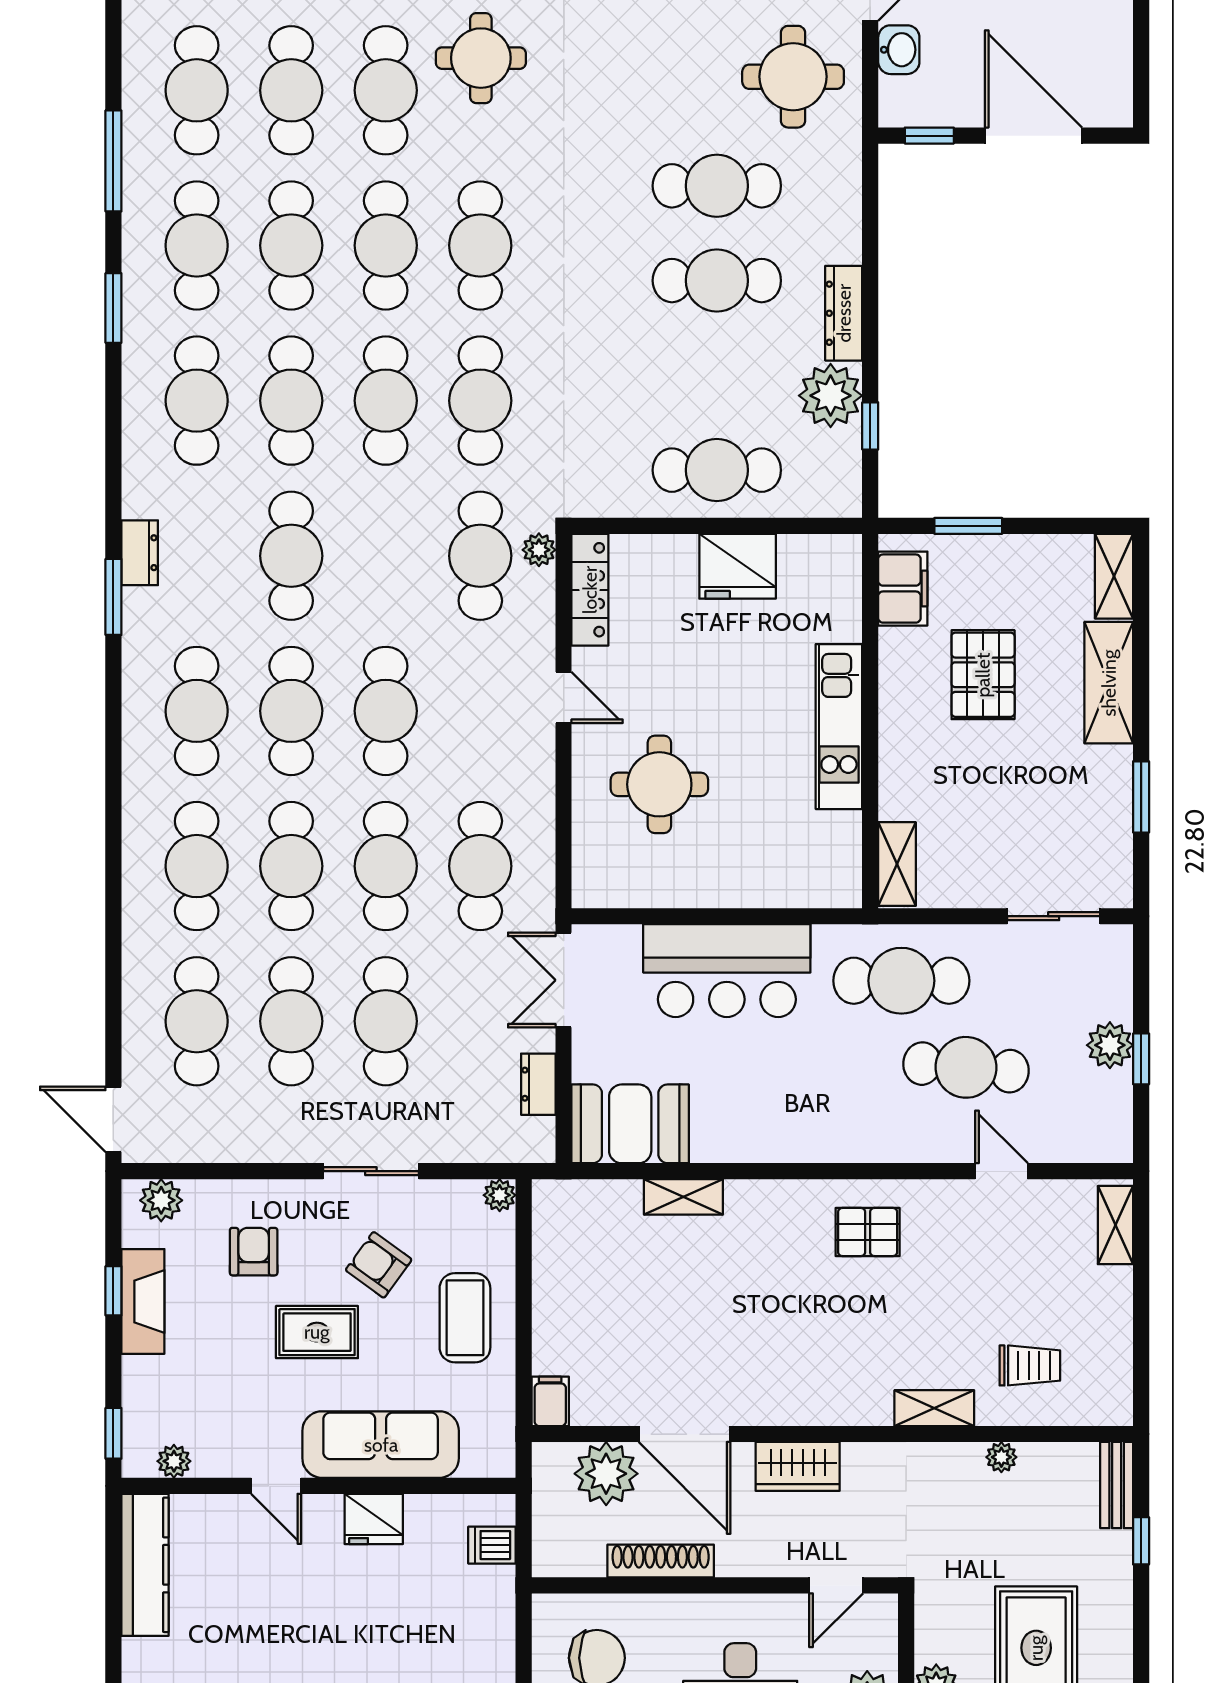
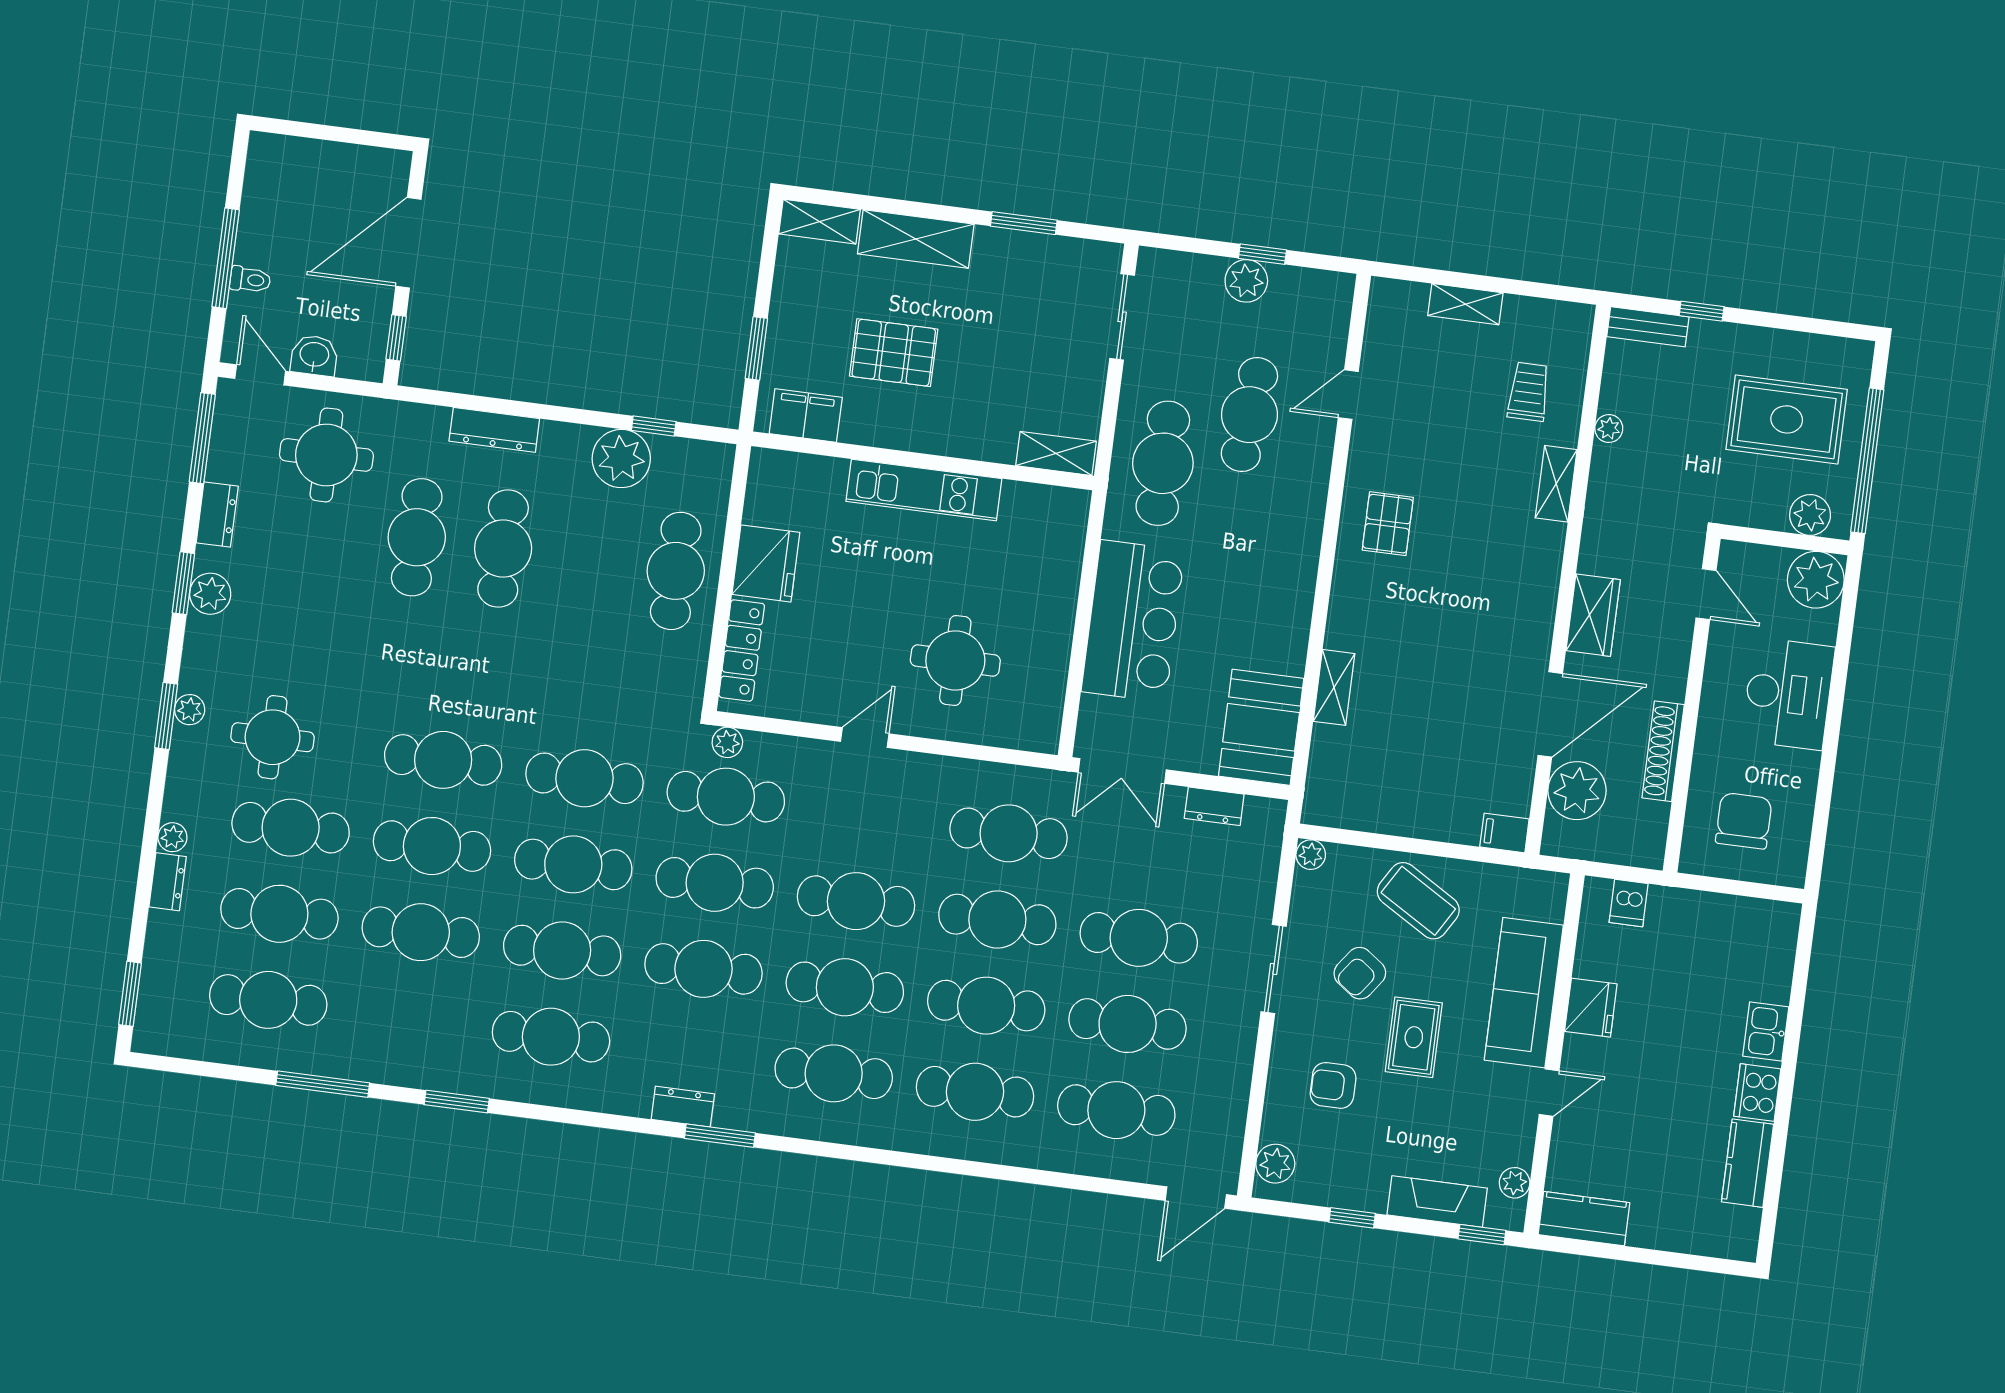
cafe table: (197, 245) -> (715, 883), moved
dresser: (844, 313) -> (494, 430), moved
locker: (590, 590) -> (742, 650), moved, turned 90
shelving: (1115, 1225) -> (1465, 304), moved
fireplace: (143, 1301) -> (1437, 1202), moved
coffee table: (465, 1318) -> (1418, 901), turned 31
kitchen counter: (145, 1565) -> (1584, 1219), width x0.67

